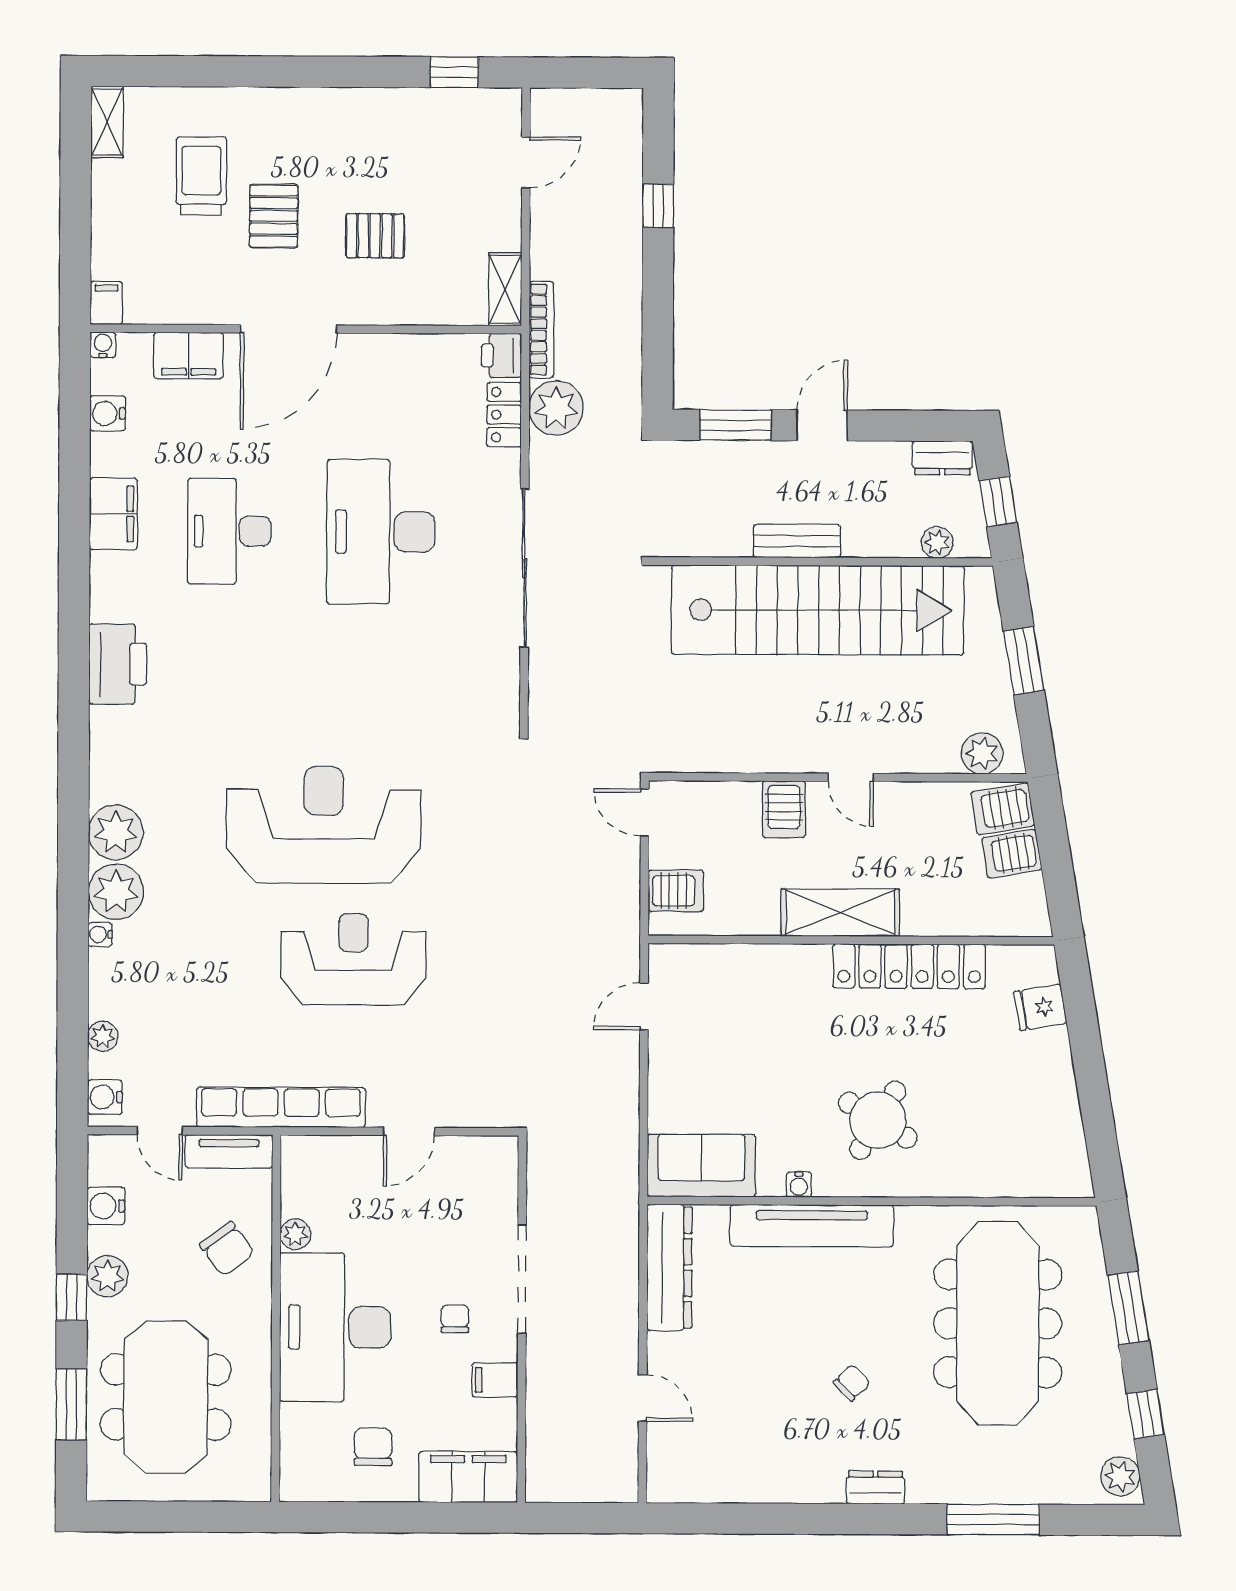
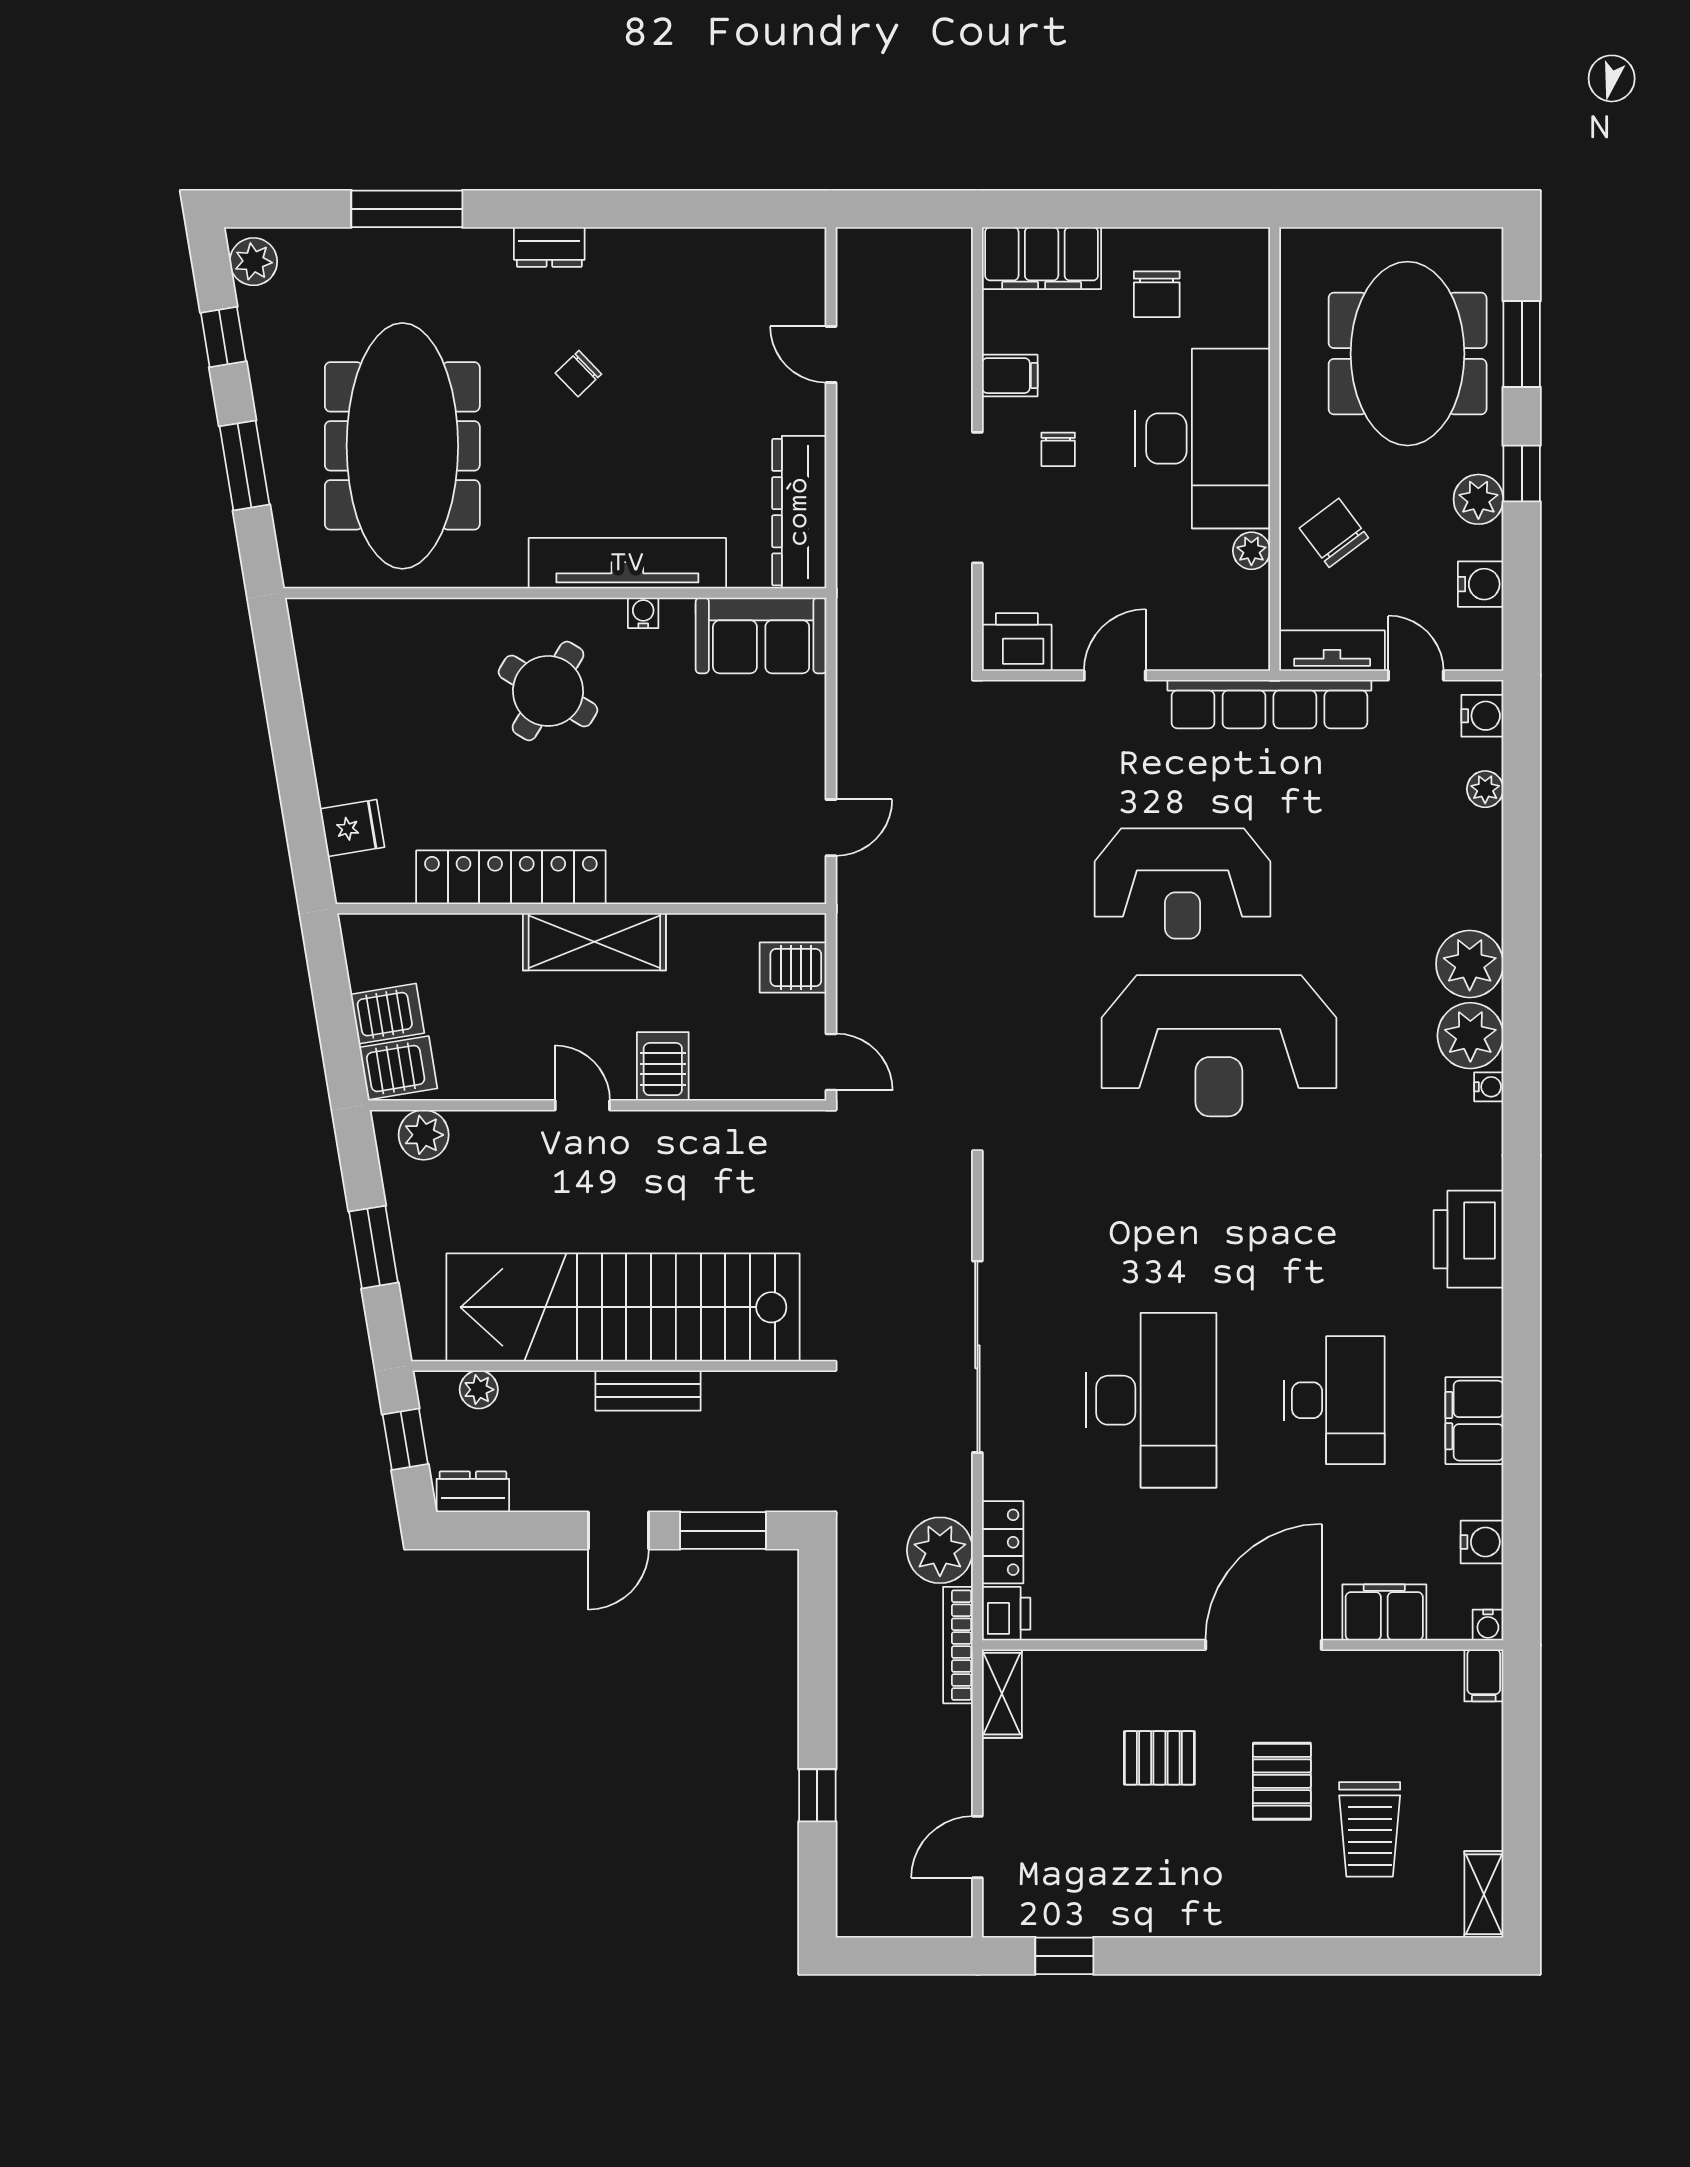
water cooler: (100, 934) -> (1489, 1087), moved
printer: (490, 1159) -> (1017, 642), added

